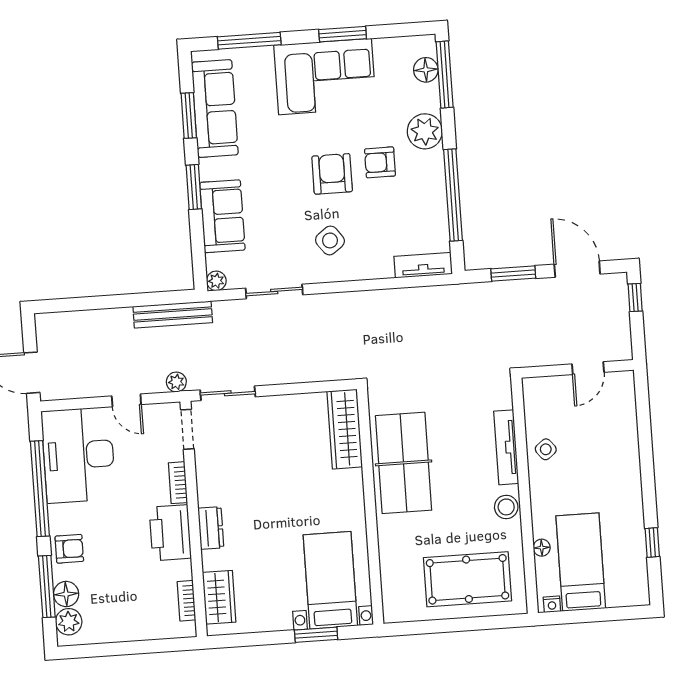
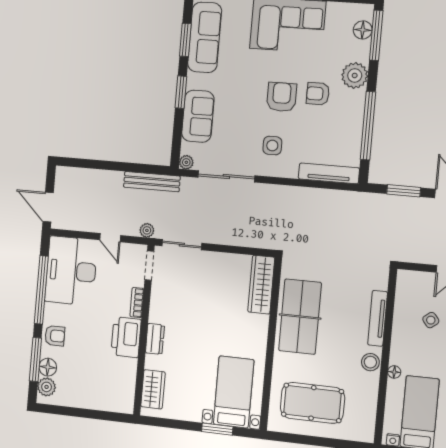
side table: (330, 240) -> (272, 146), turned 37
tv unit: (423, 265) -> (329, 173), width x1.41
sliding door: (274, 291) -> (226, 176), width x1.37
side table: (546, 449) -> (431, 320), moved
floor lamp: (542, 548) -> (394, 372), moved
pool table: (467, 579) -> (312, 403), moved
bookcase: (186, 601) -> (130, 388), removed

